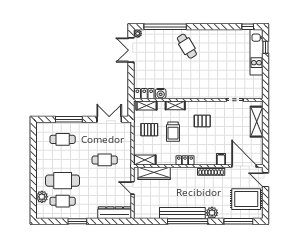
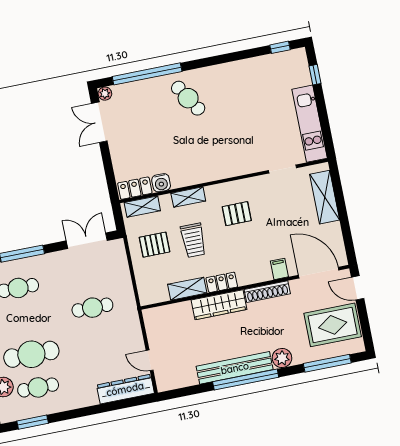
kitchen unit: (256, 52) -> (310, 124), moved
shelving: (145, 160) -> (187, 289), moved
wardrobe: (154, 173) -> (219, 305), moved
door: (133, 188) -> (150, 360), moved
window: (77, 221) -> (33, 422), moved

